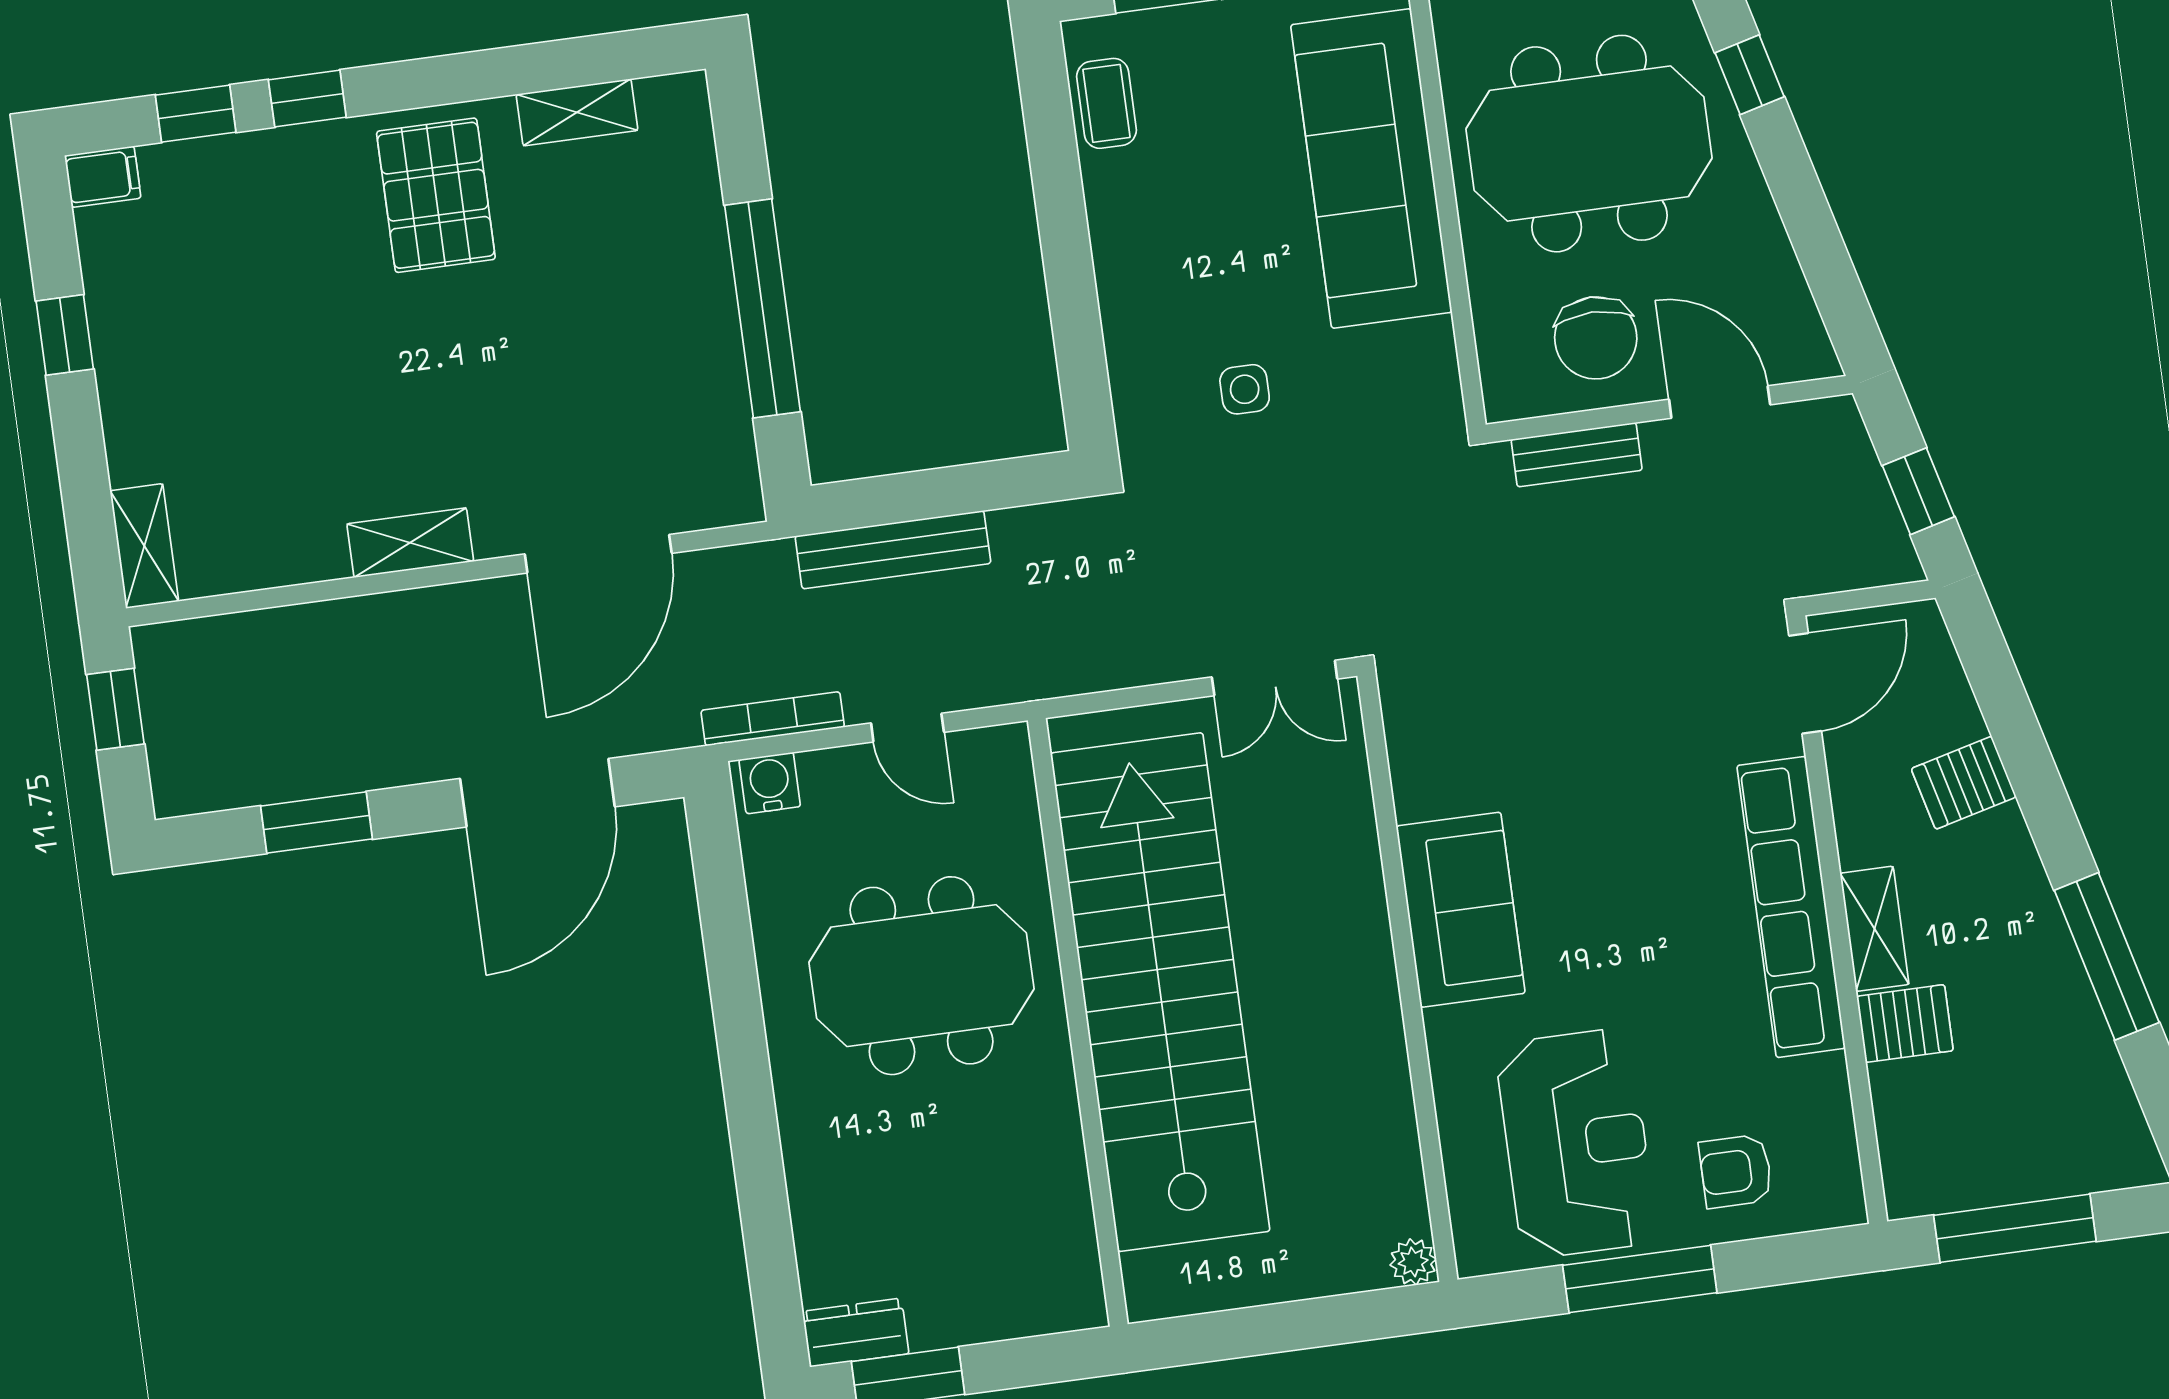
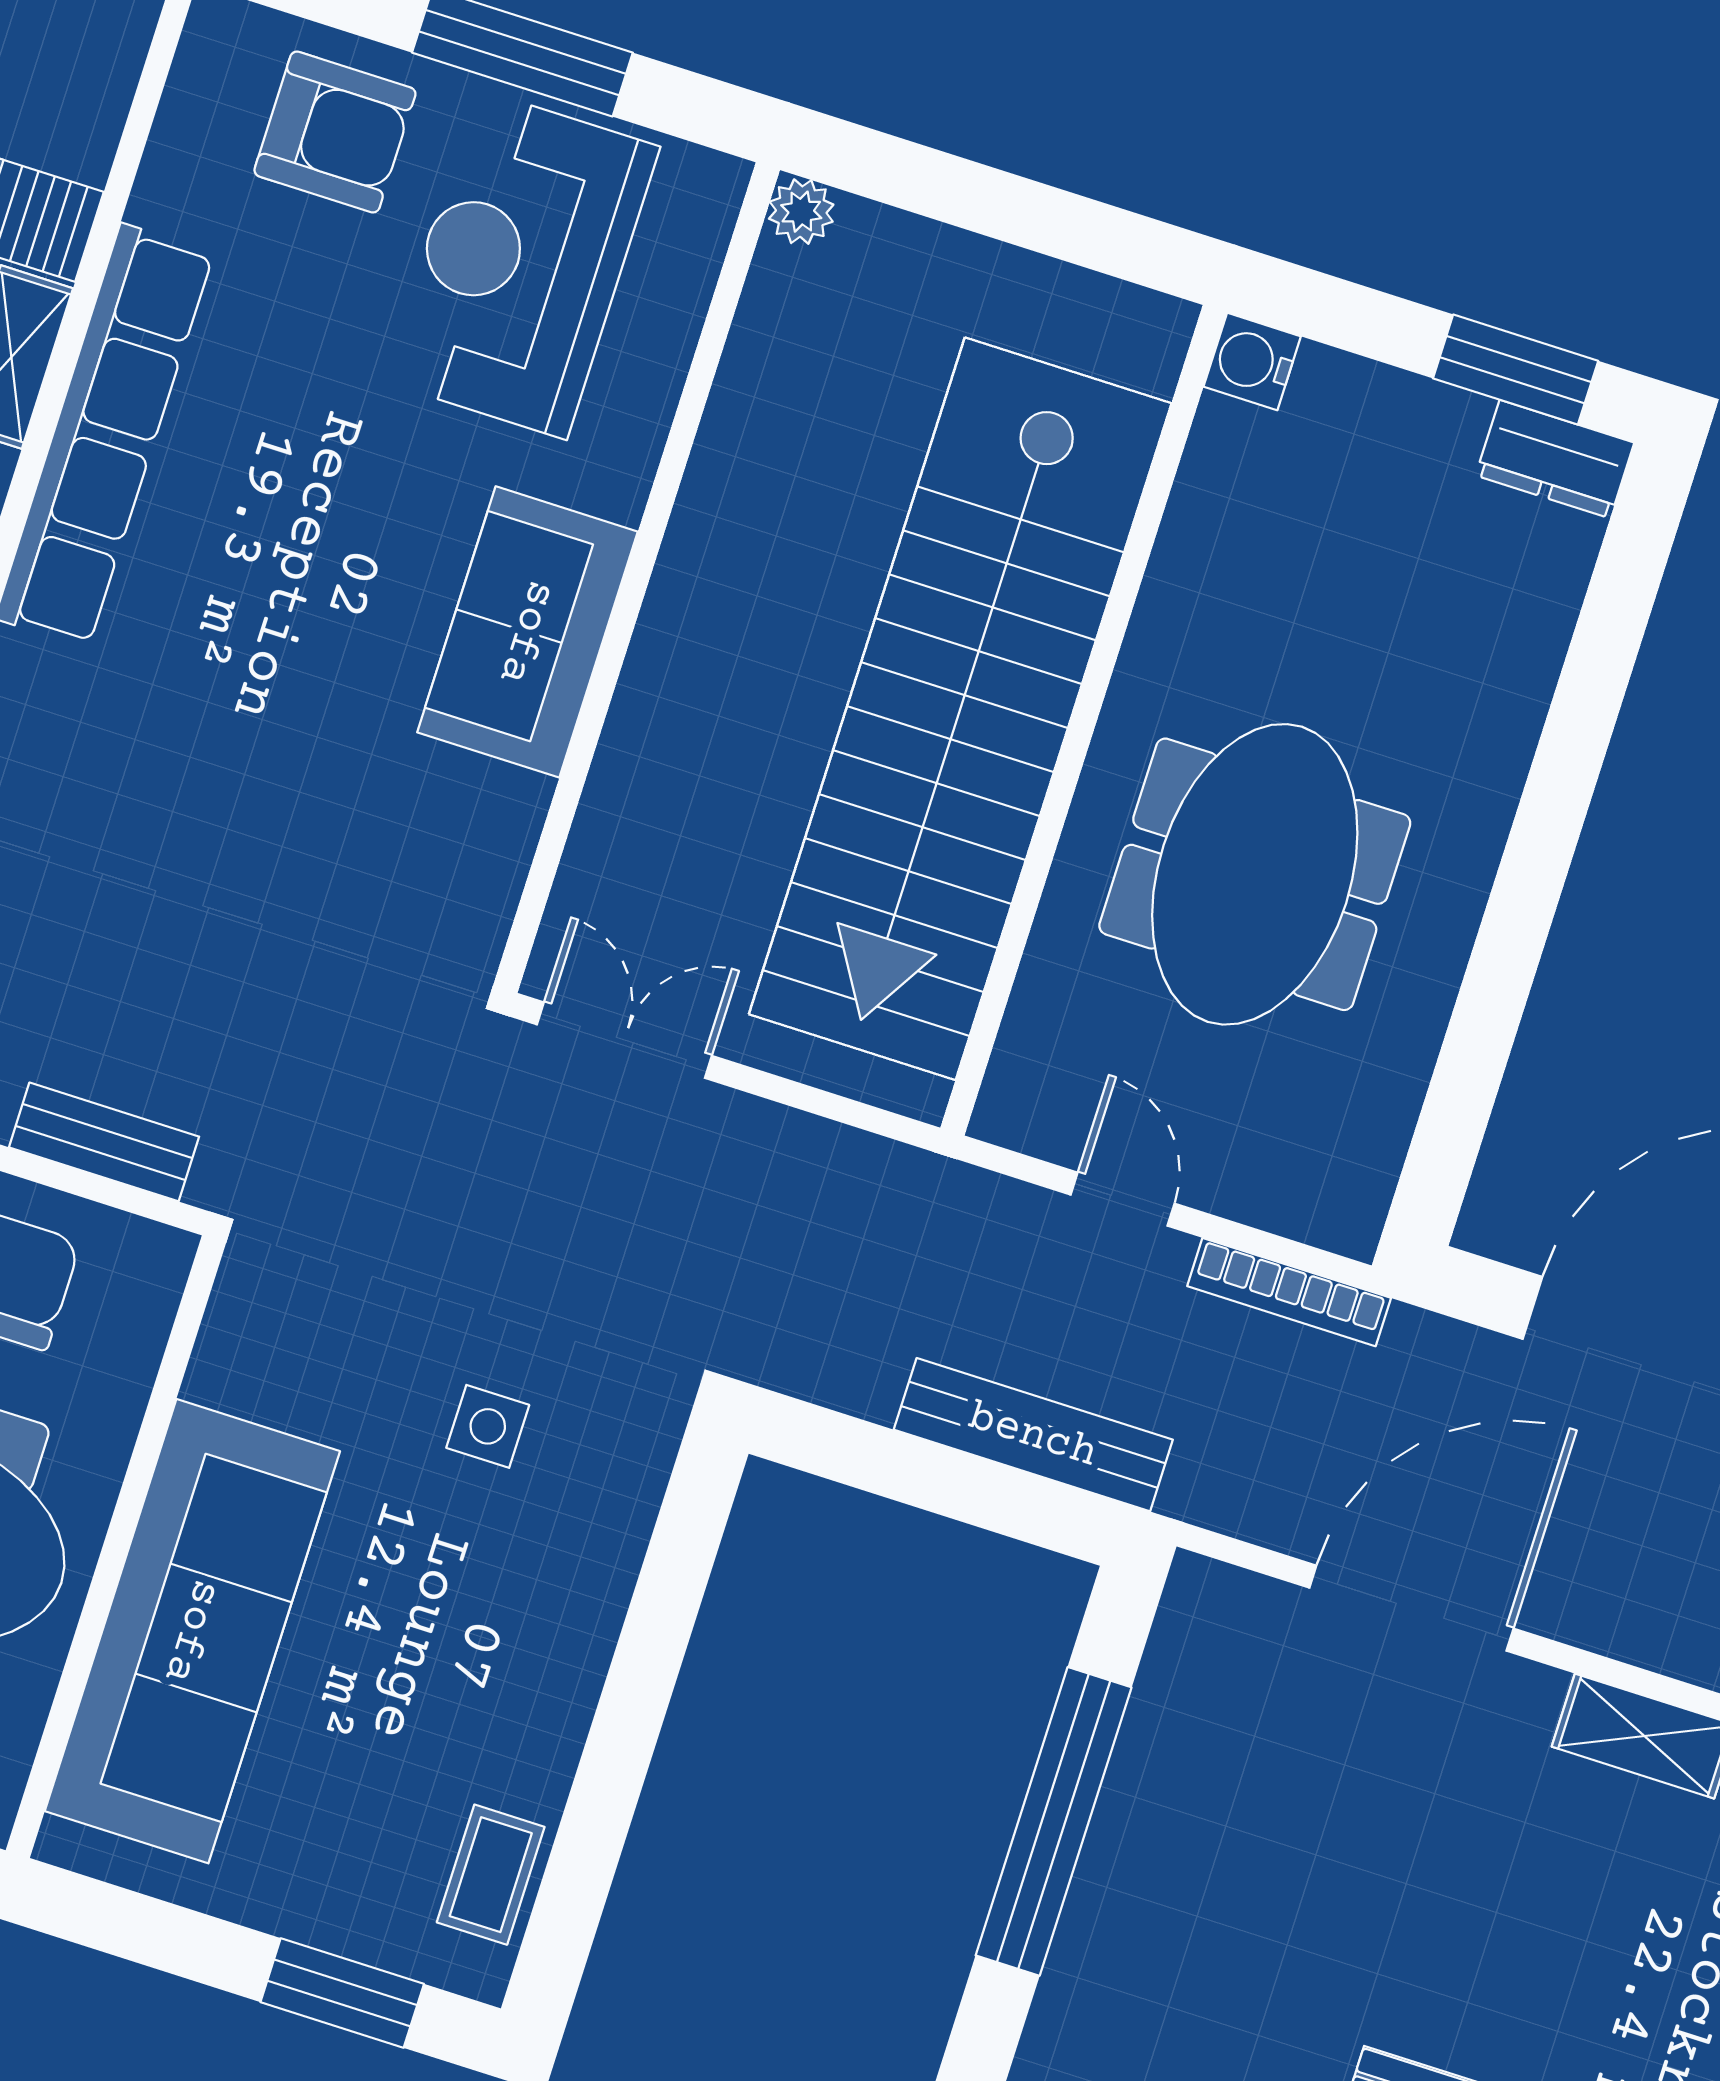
water cooler: (770, 783) -> (1252, 361), moved, turned 90
meeting table: (922, 976) -> (1255, 874), turned 90
armchair: (1736, 1171) -> (335, 132), width x1.38, depth x1.38

